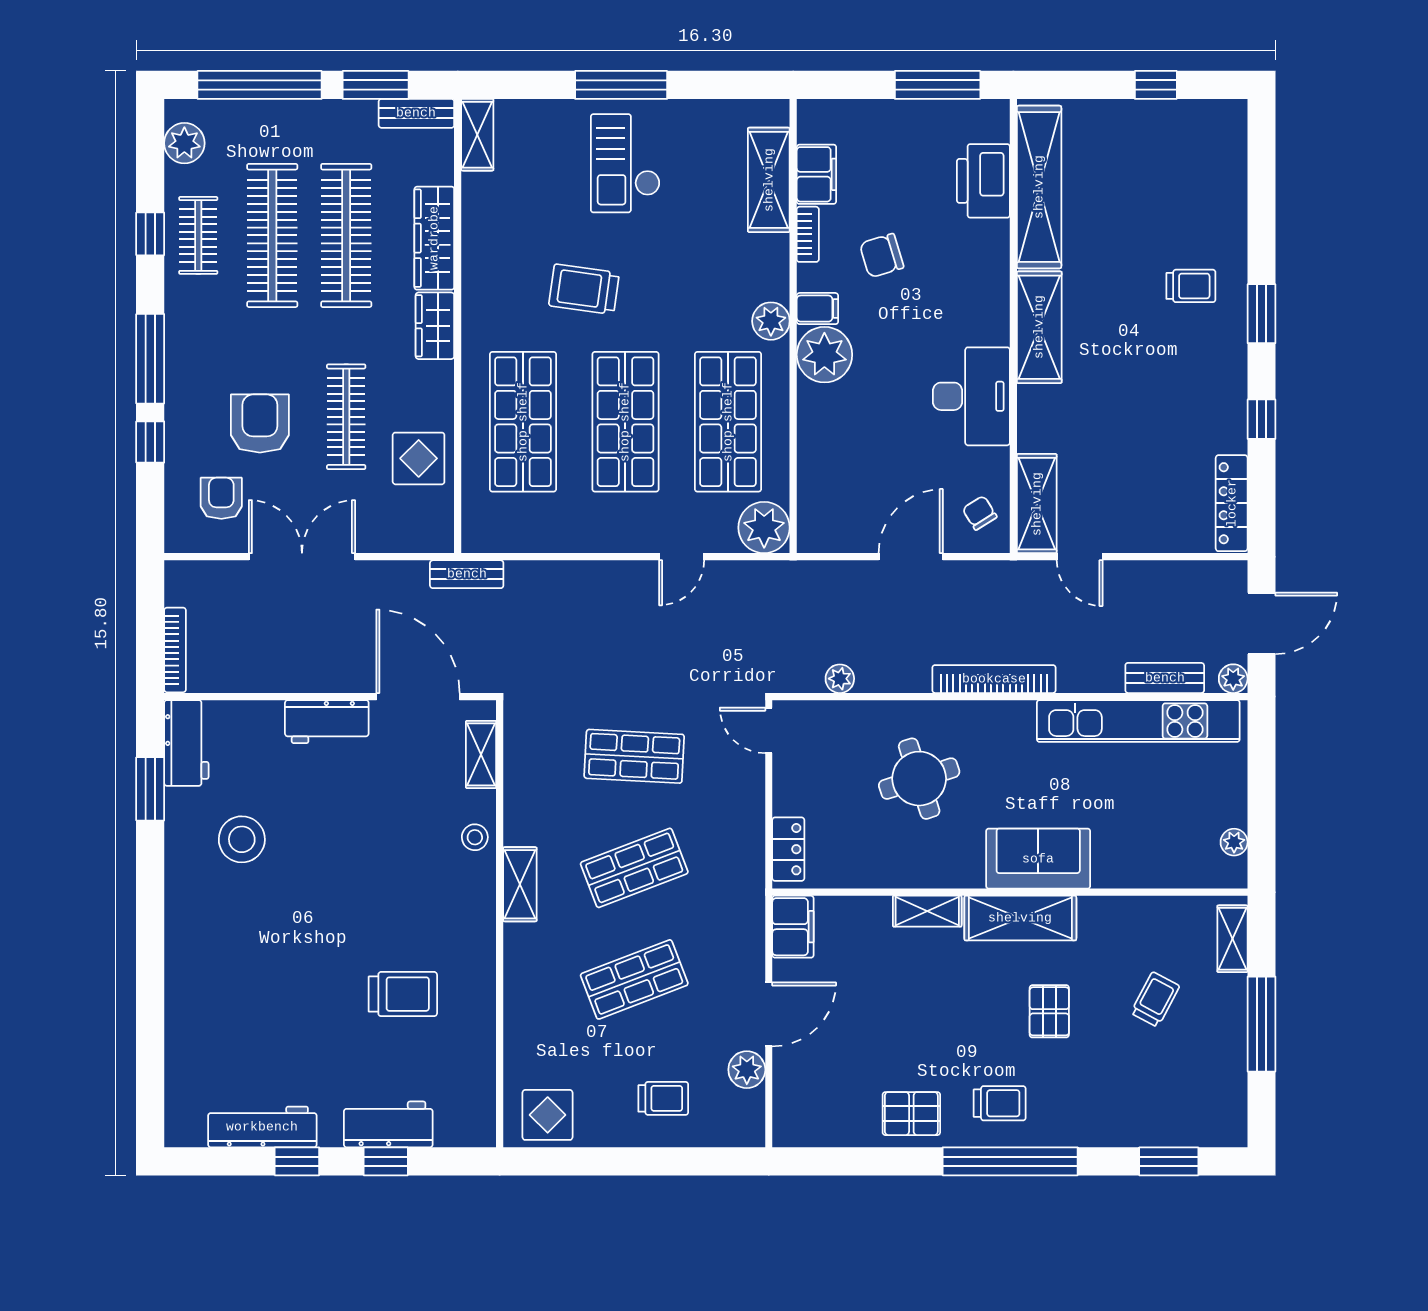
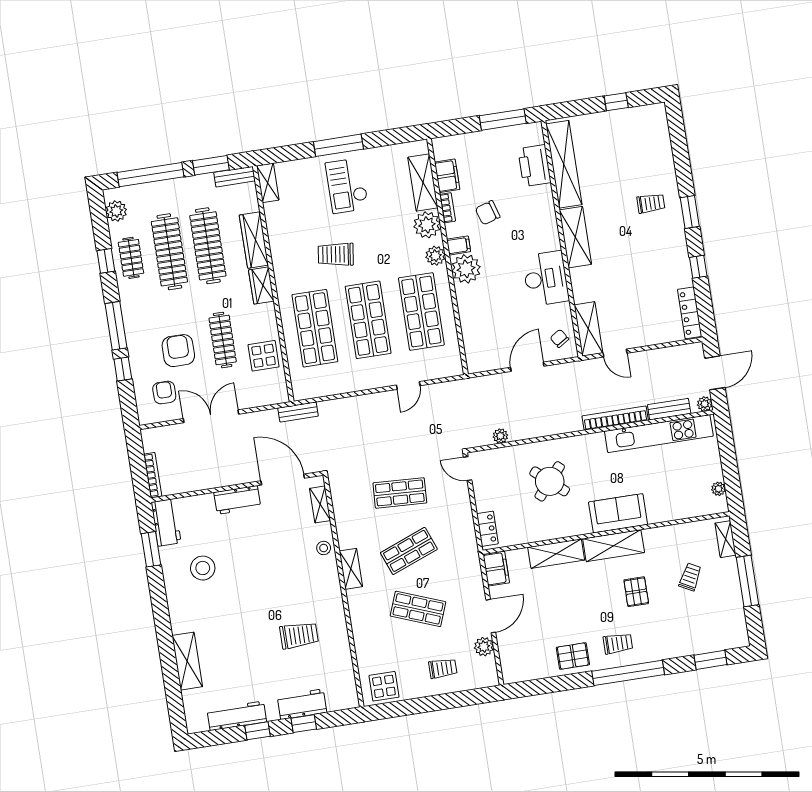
plant: (764, 528) -> (427, 225), moved
bookcase: (994, 679) -> (615, 418), moved
round table: (919, 779) -> (550, 481), turned -31
shelving: (927, 911) -> (556, 554), width x1.50, depth x1.33
shop shelf: (634, 979) -> (418, 609), turned 42
shelving: (185, 1010) -> (187, 661), added

